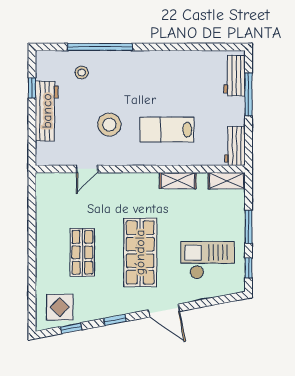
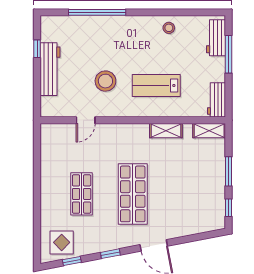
stool: (82, 72) -> (169, 28), moved
checkout: (208, 260) -> (192, 201), removed

